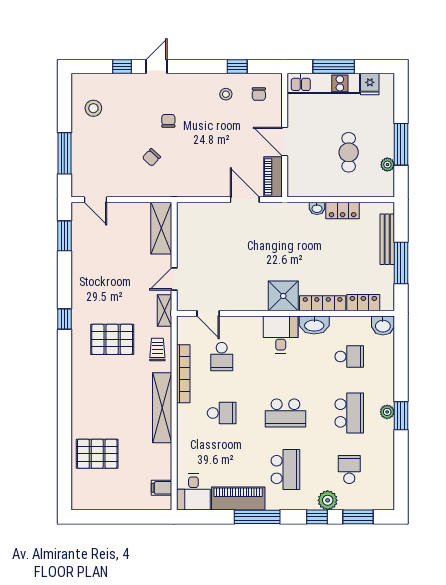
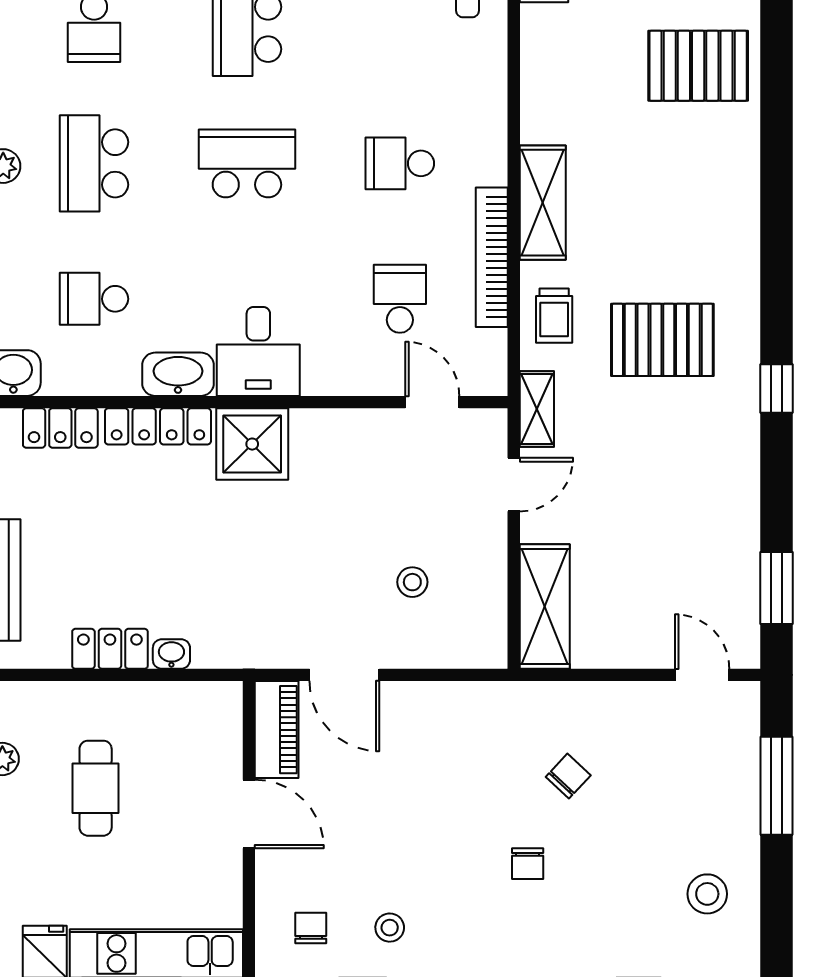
stool: (216, 238) -> (412, 582), added
shelving: (162, 408) -> (543, 203), width x0.68

